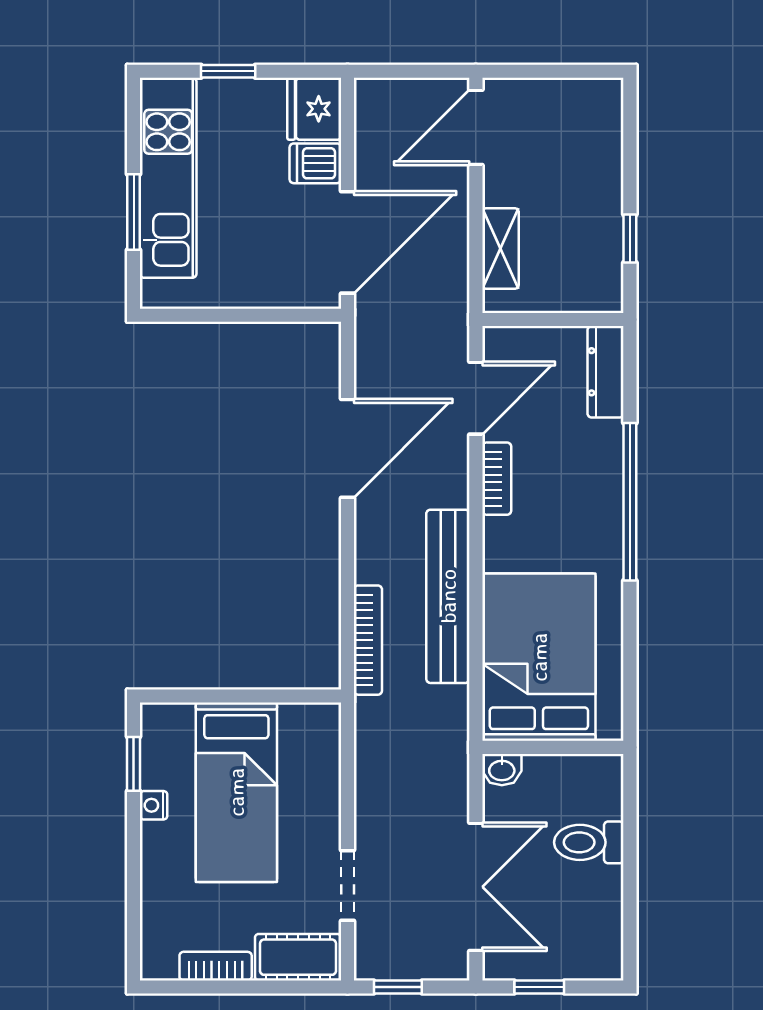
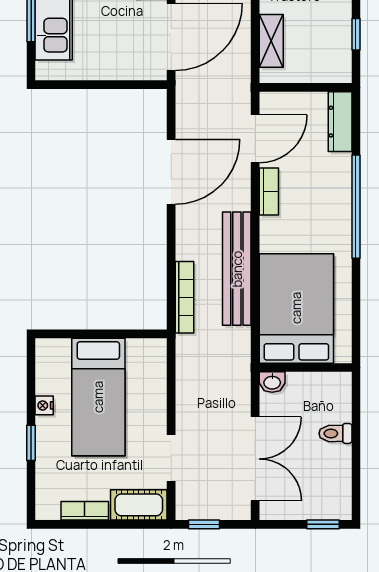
window: (134, 764) -> (31, 443), moved
toilet: (589, 842) -> (335, 433), width x0.73, depth x0.72
window: (539, 987) -> (323, 524), moved

